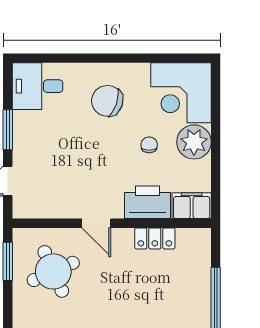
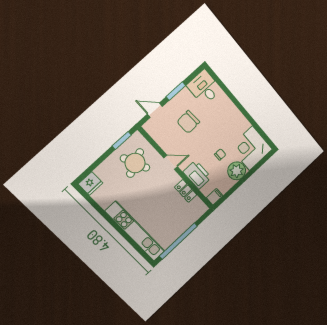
chair: (107, 101) -> (188, 122), moved, turned -112
filing cabinet: (192, 206) -> (215, 197), width x0.50
door: (96, 223) -> (171, 162), swing flipped

